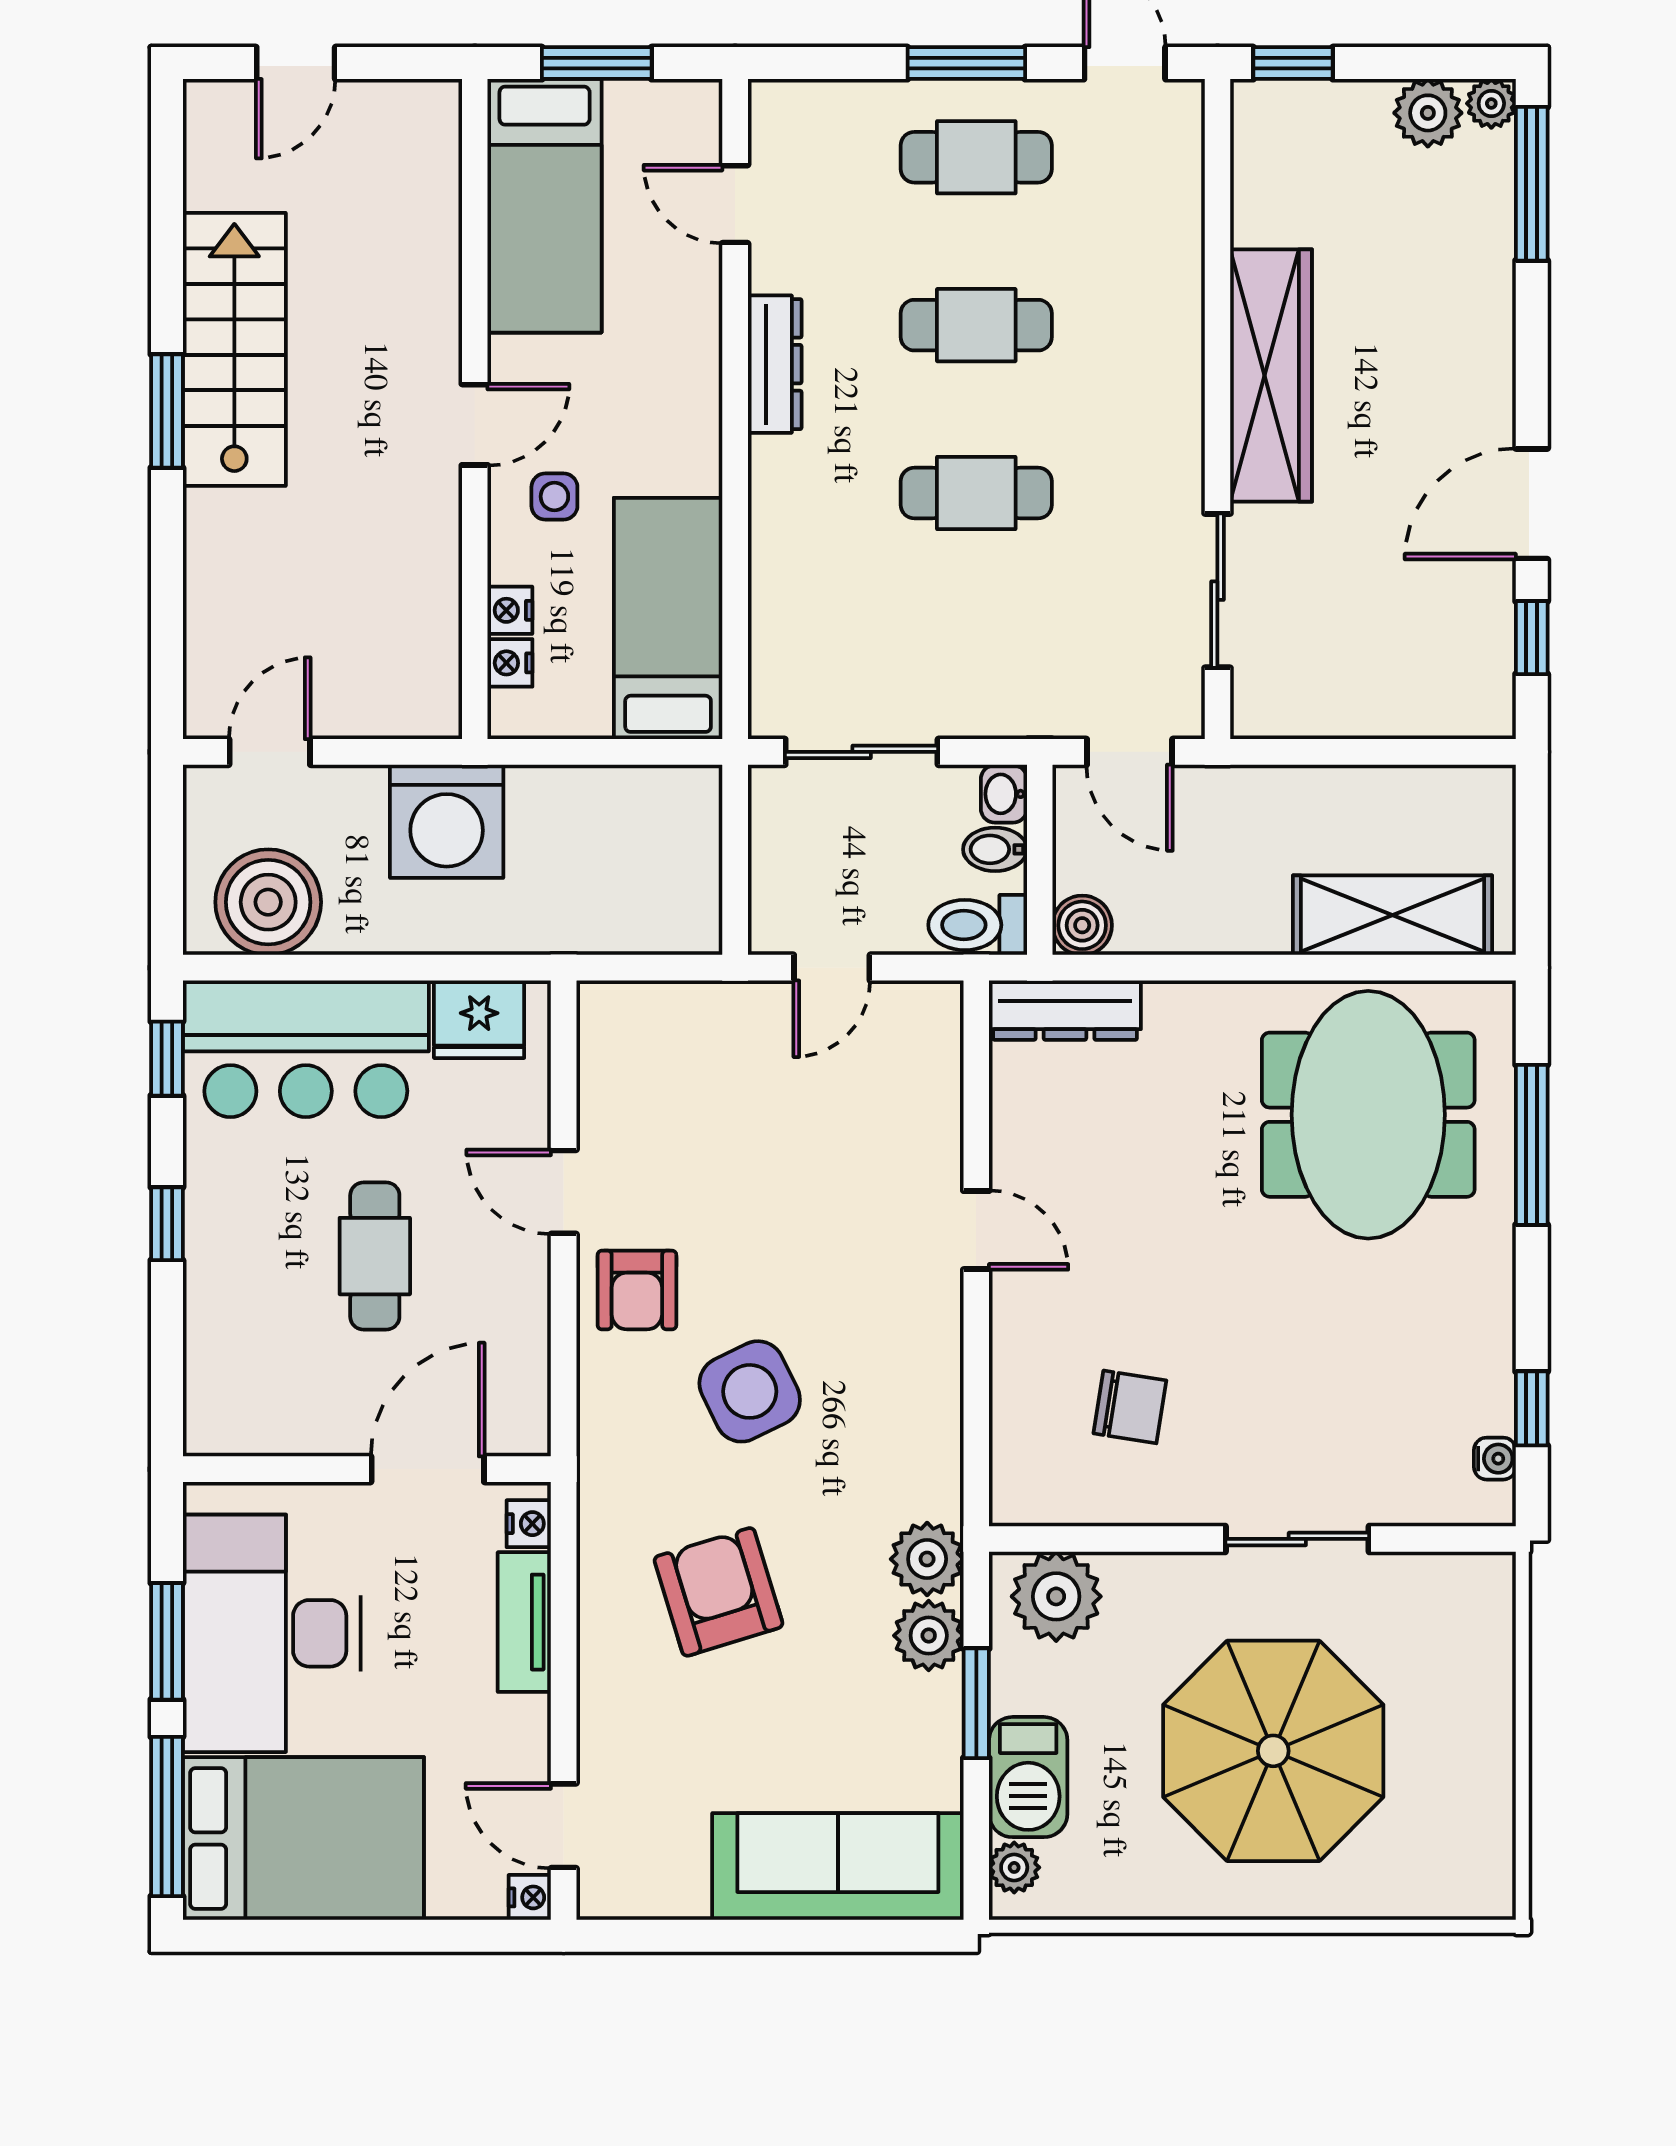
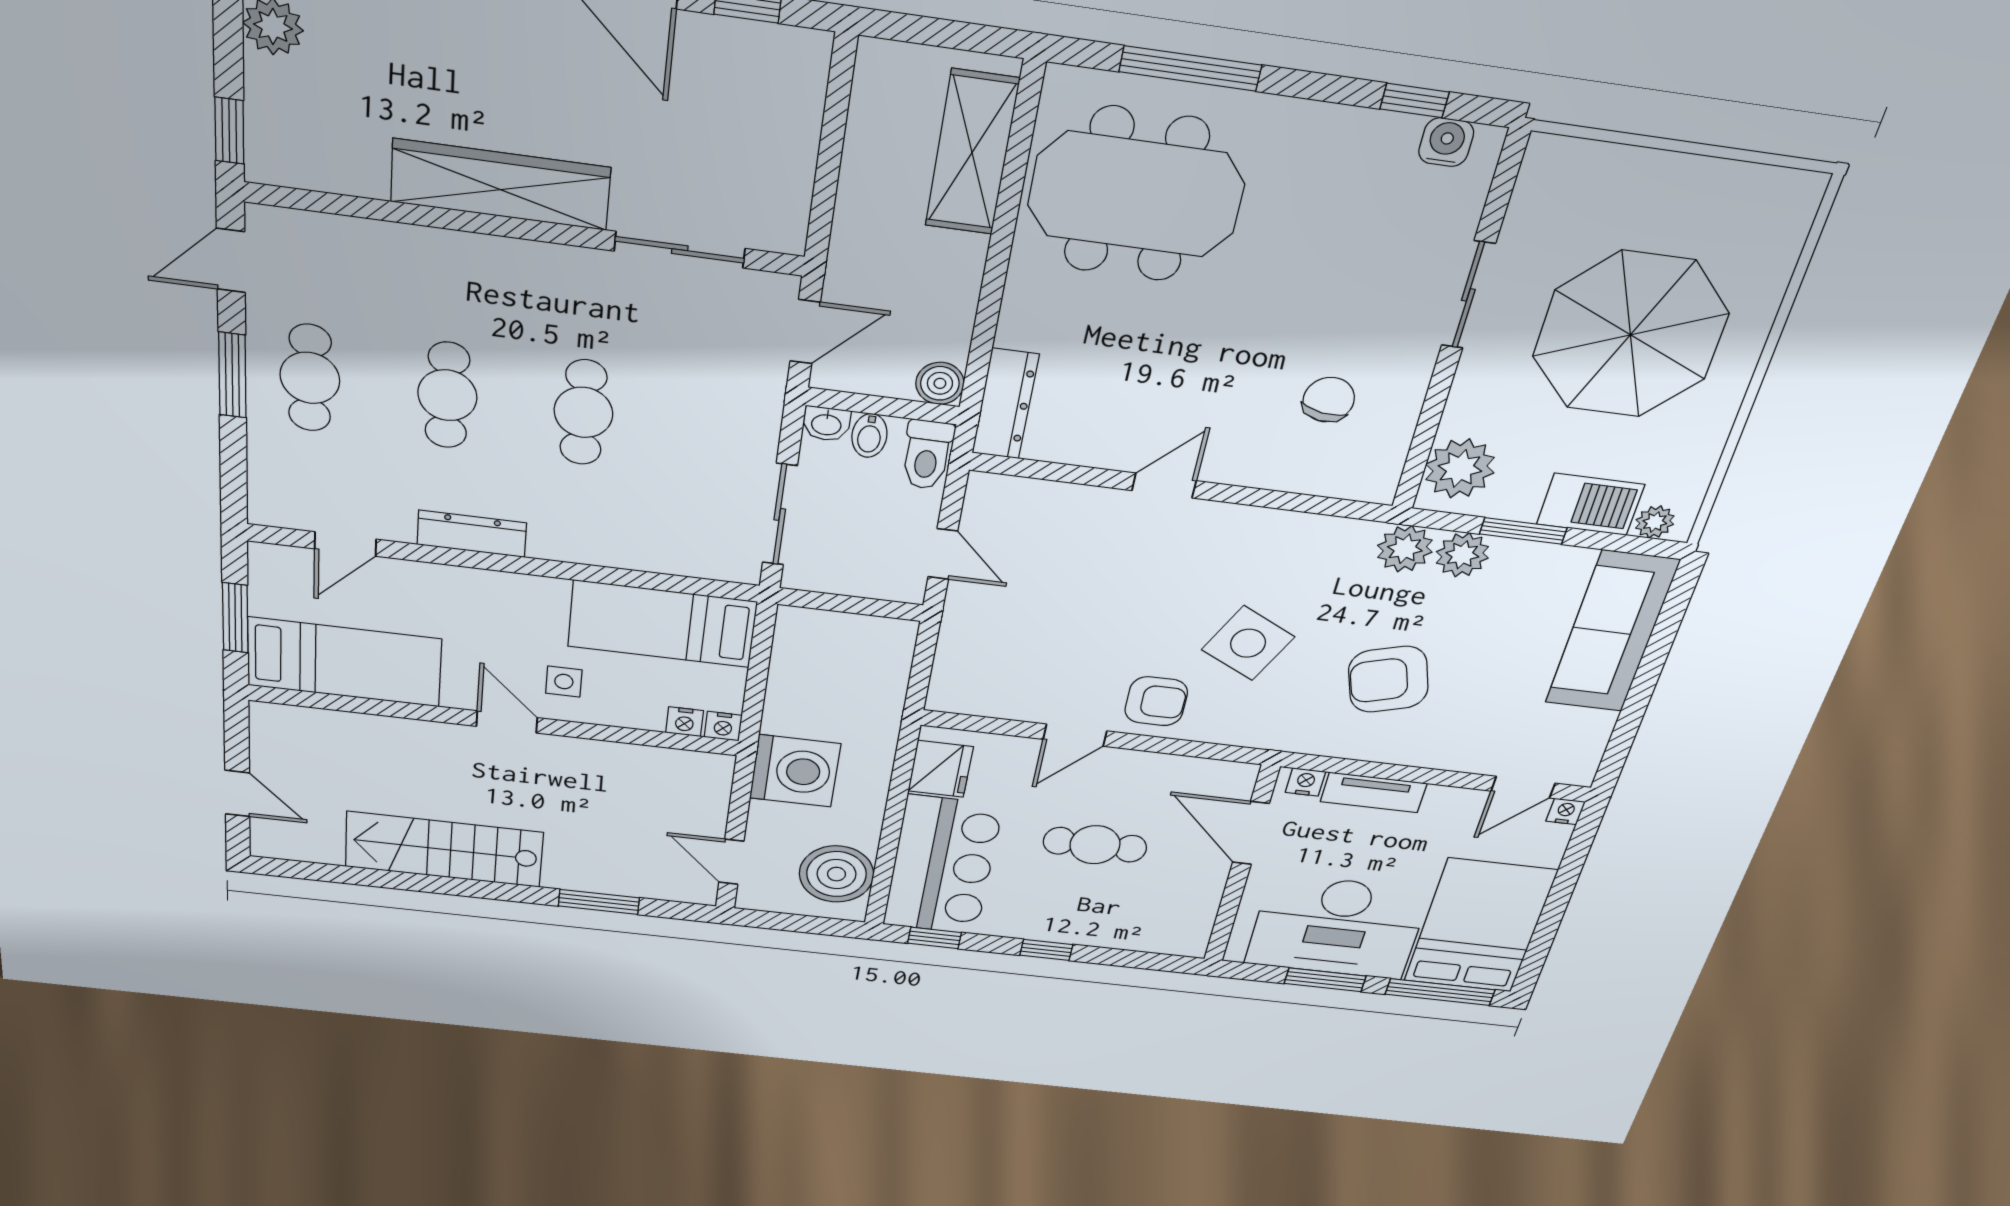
window: (167, 411) -> (599, 902), moved
nightstand: (510, 610) -> (723, 726), moved
side table: (750, 1391) -> (1248, 643), turned -37
water cooler: (1495, 1459) -> (1446, 142), width x1.38, depth x1.38

